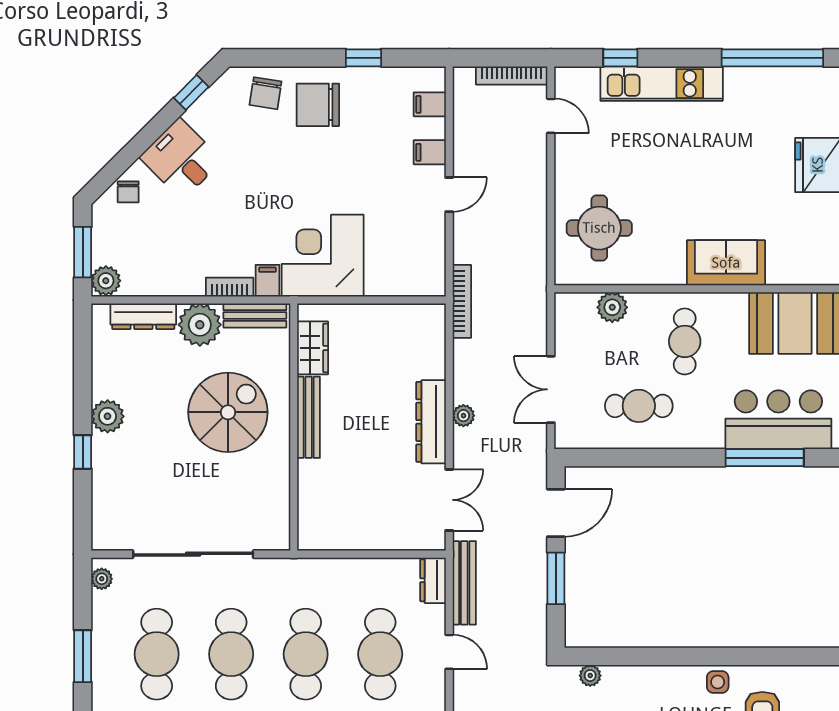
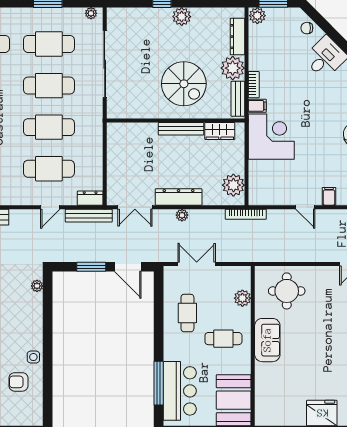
sofa: (726, 263) -> (267, 340), moved
plant: (410, 324) -> (233, 185), added

